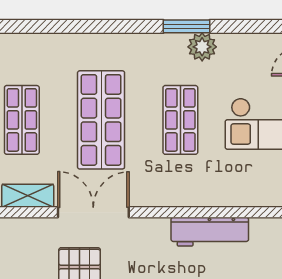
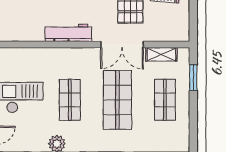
workbench: (210, 232) -> (68, 33), moved

